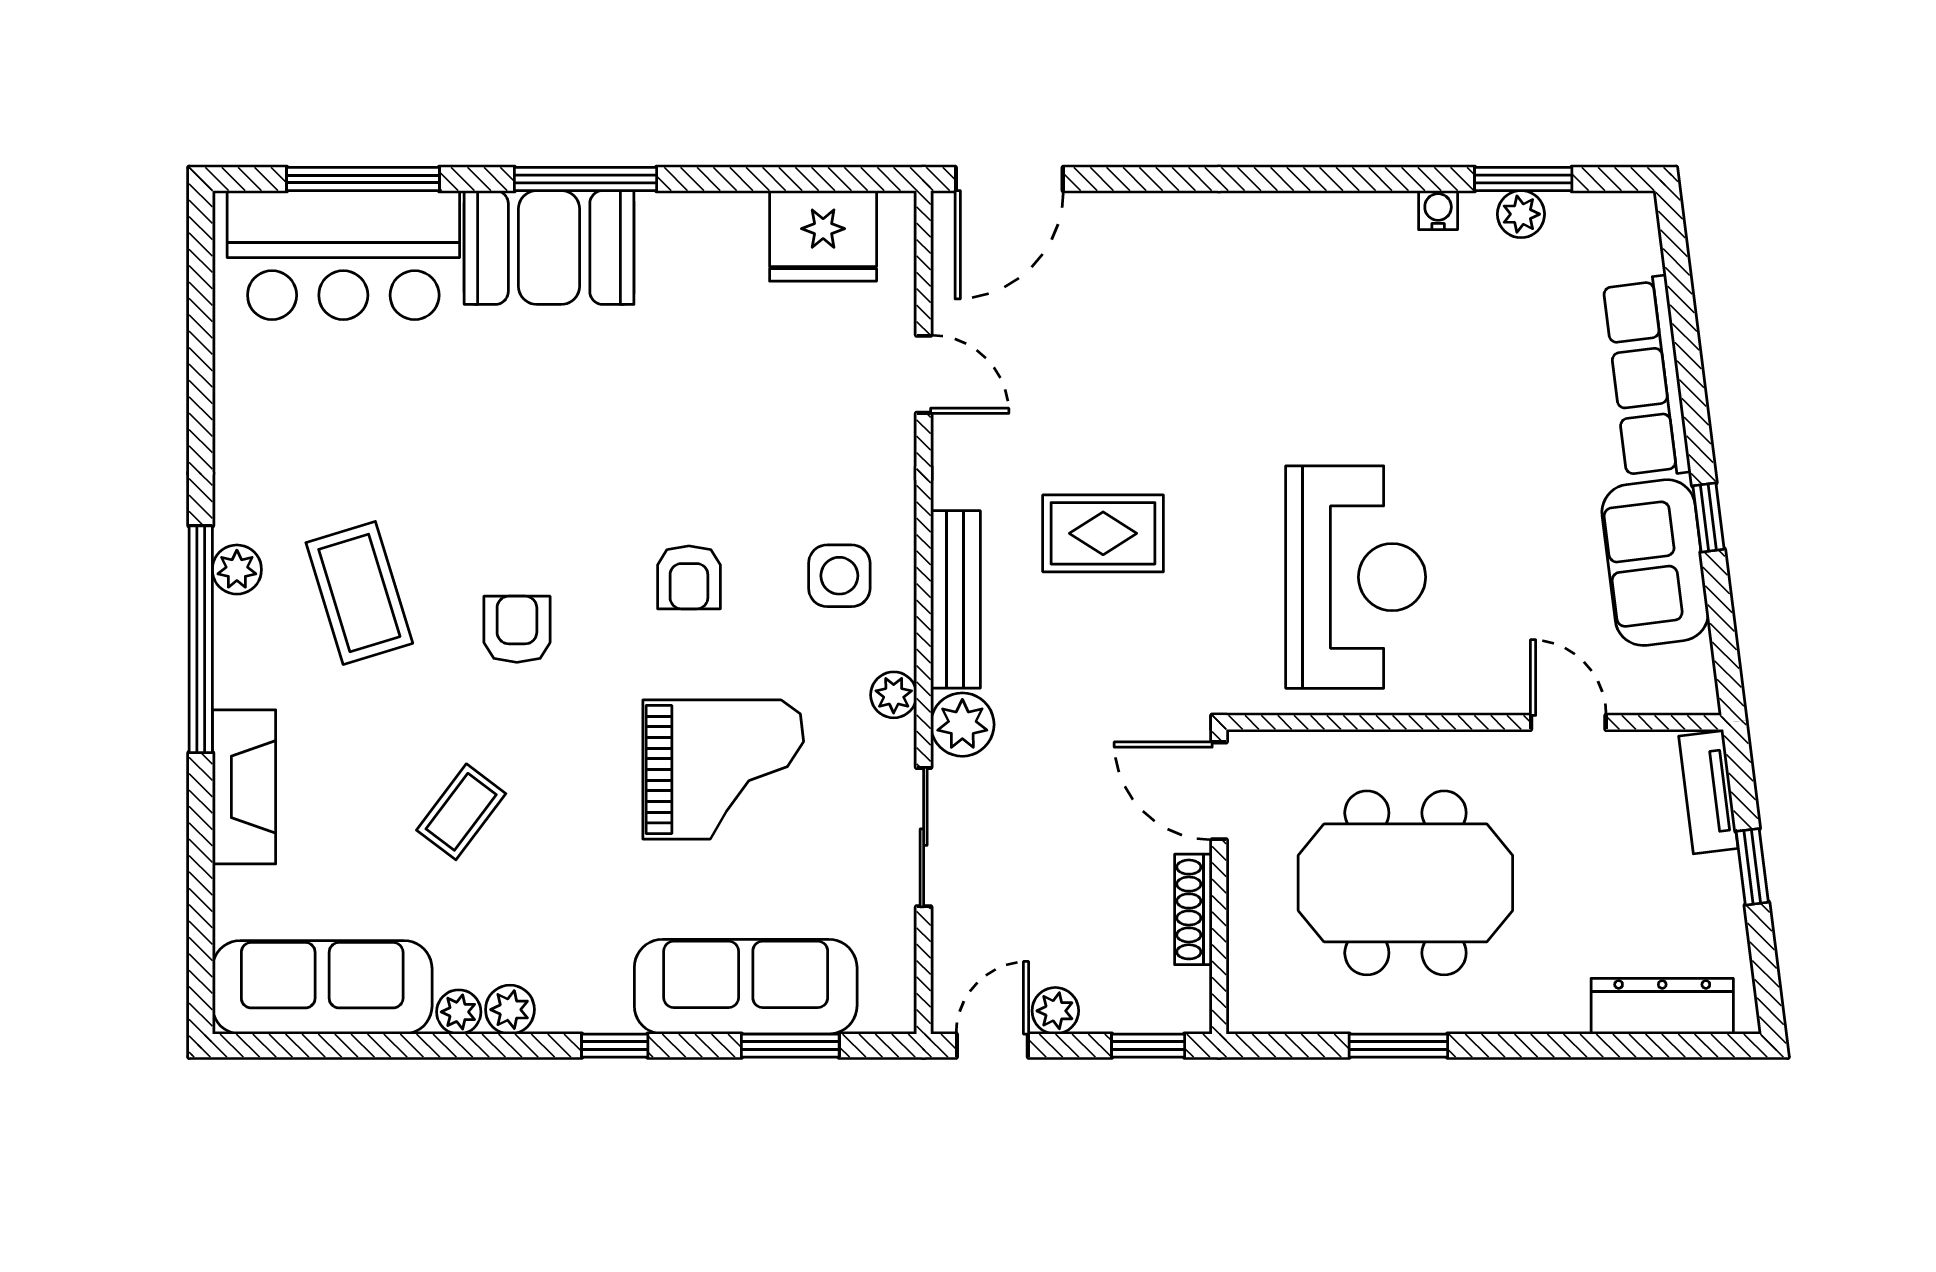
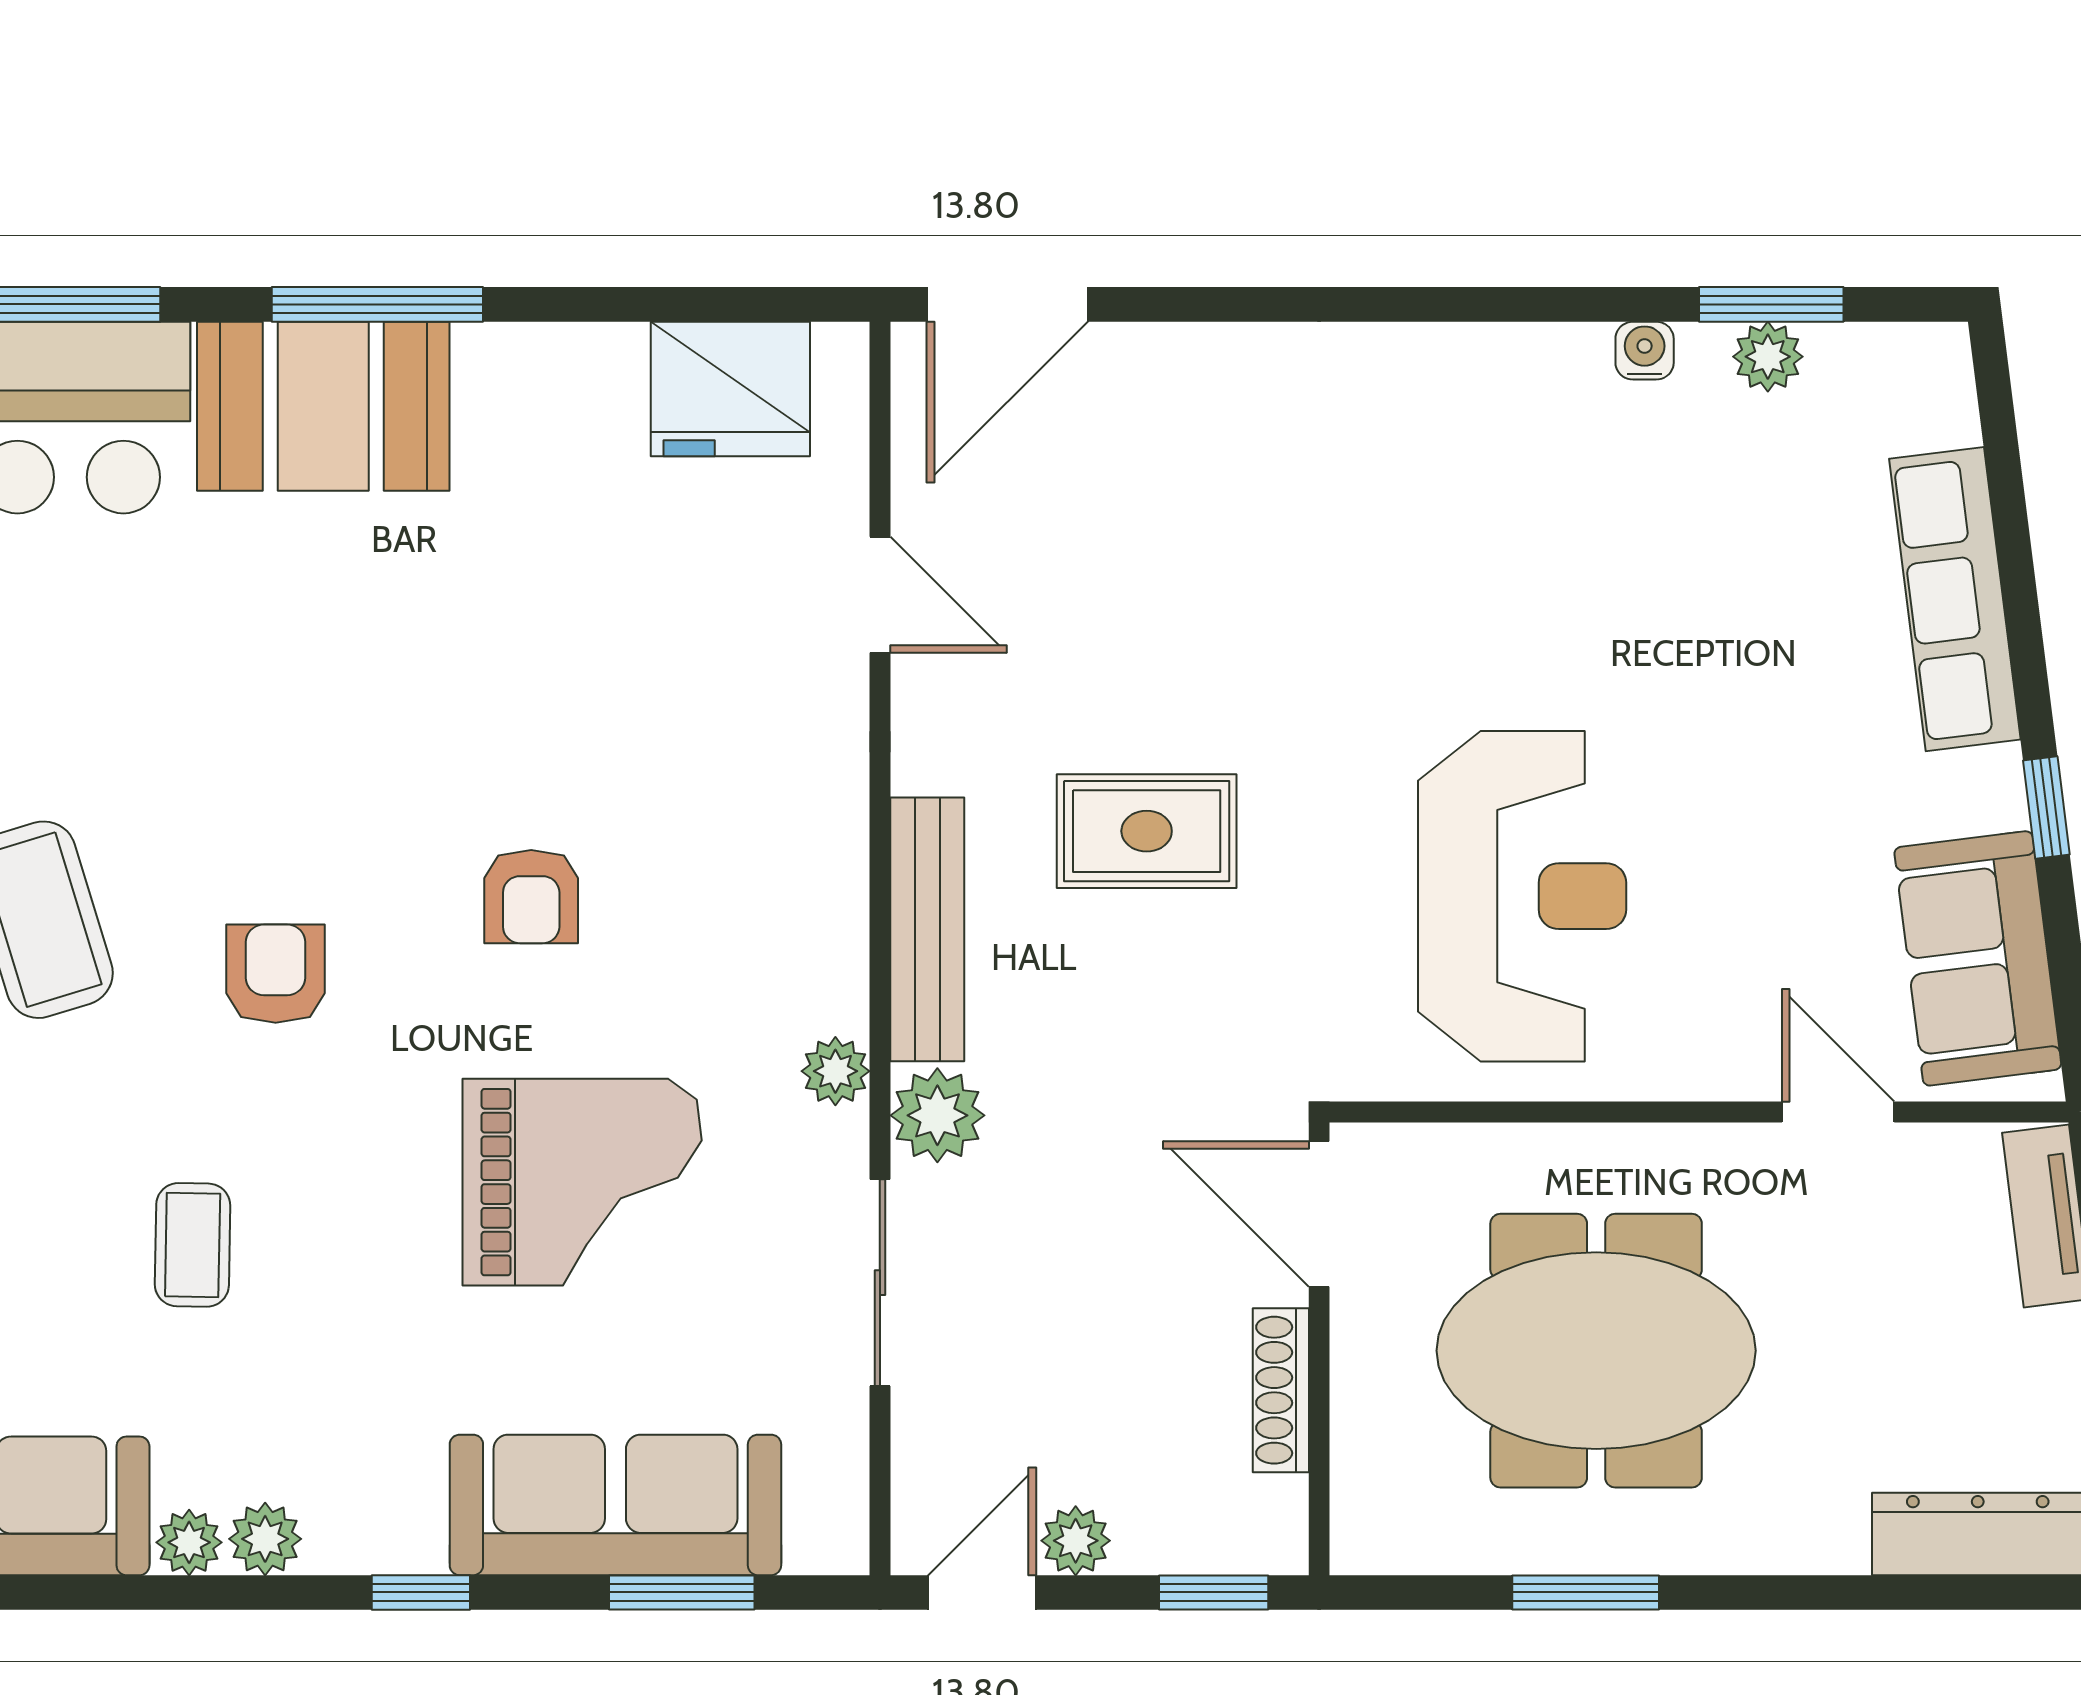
sofa: (1655, 563) -> (1978, 958), moved
side table: (839, 576) -> (755, 894), removed
coffee table: (461, 812) -> (193, 1245), turned -36

